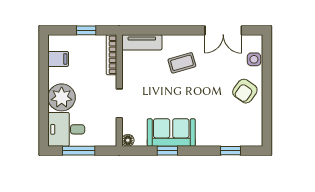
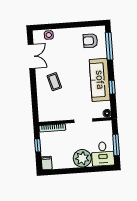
tv unit: (142, 42) -> (43, 109), removed
filing cabinet: (58, 59) -> (47, 163), moved
armchair: (245, 91) -> (90, 41), moved, turned 145
sofa: (171, 132) -> (100, 80), width x1.36
window: (231, 151) -> (109, 46), width x2.17

